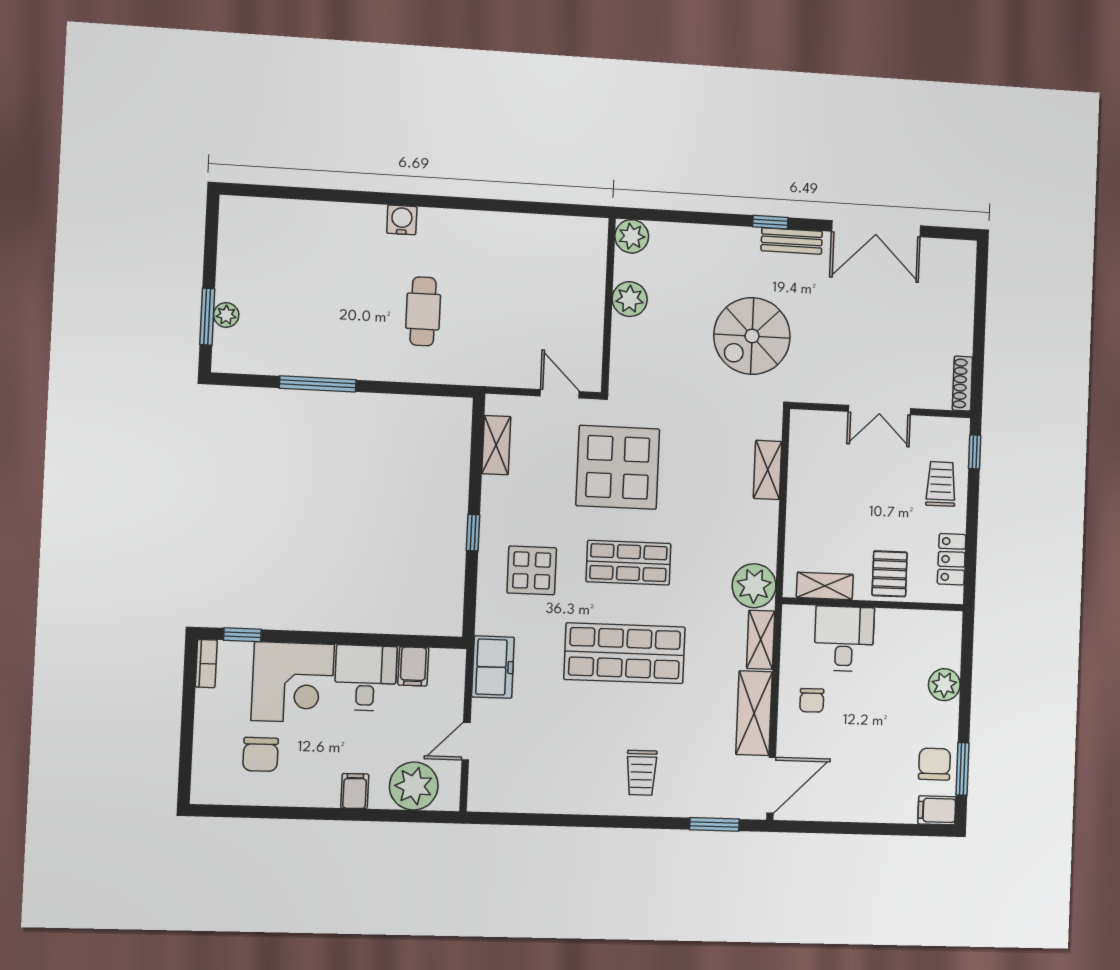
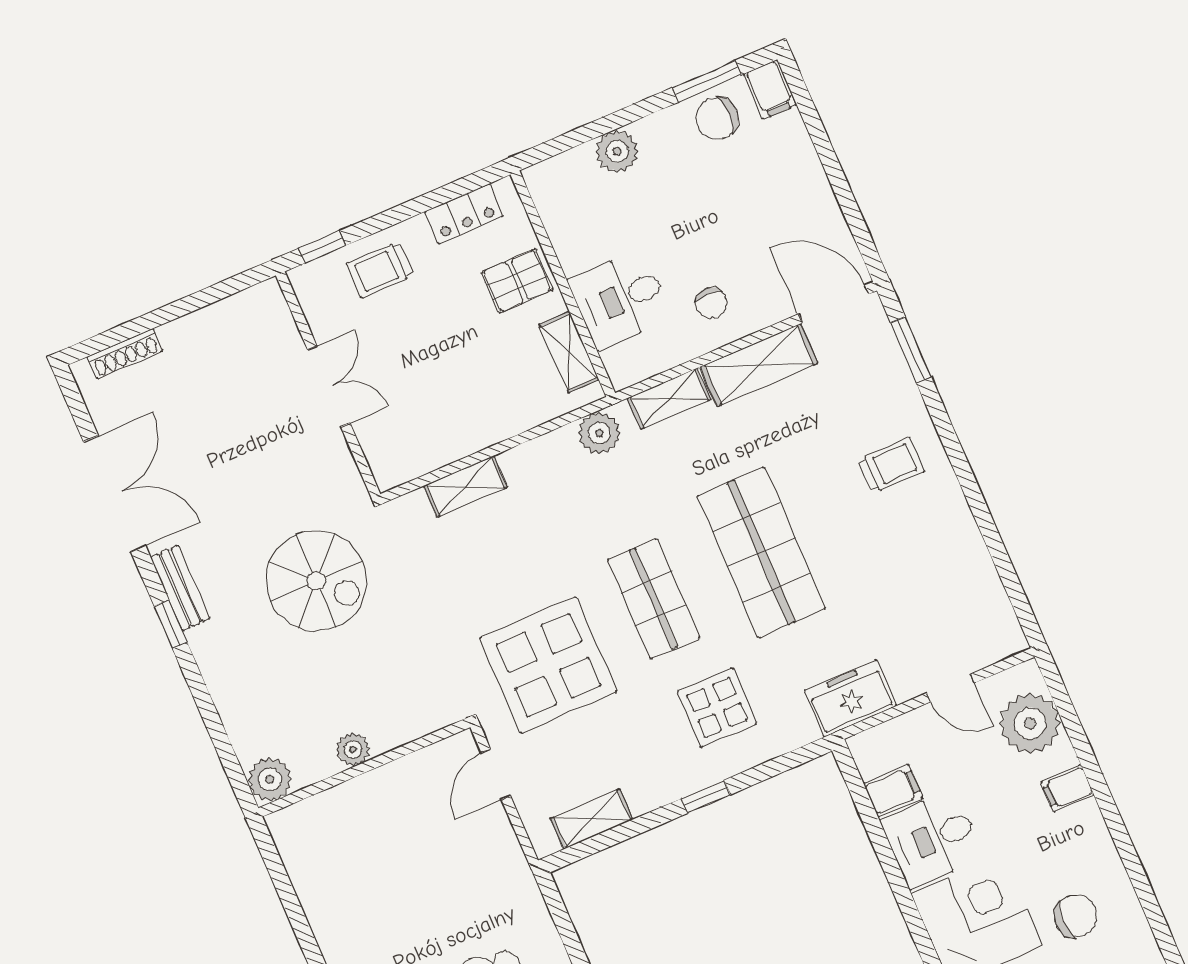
plant: (630, 299) -> (353, 749), width x0.73, depth x0.73
shoe rack: (962, 384) -> (125, 354), moved
plant: (754, 586) -> (599, 433), width x0.73, depth x0.73
chair: (812, 700) -> (711, 303), turned 90

